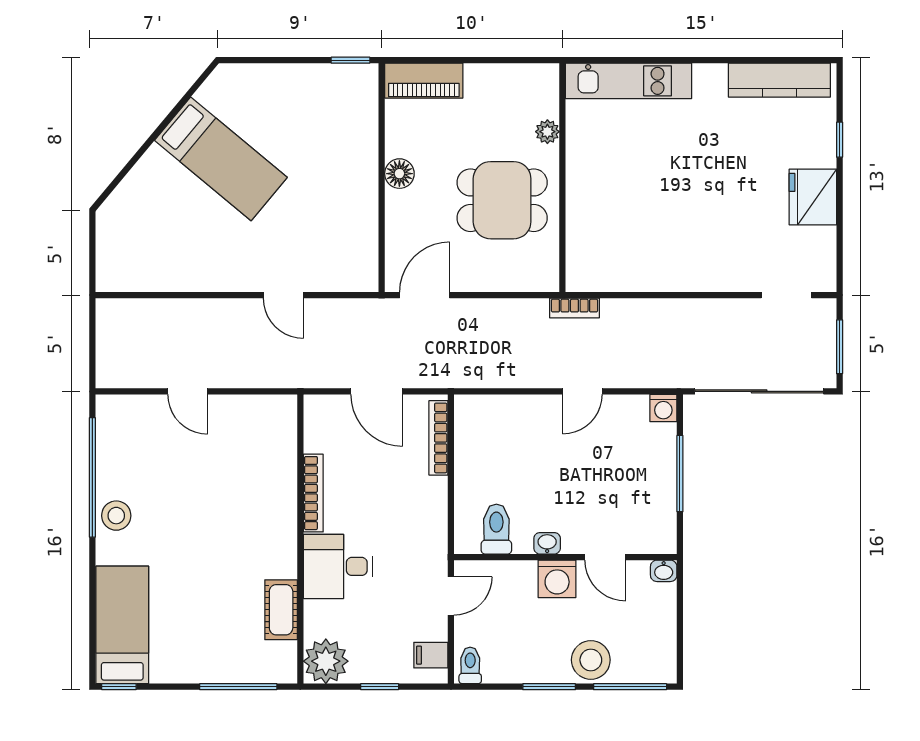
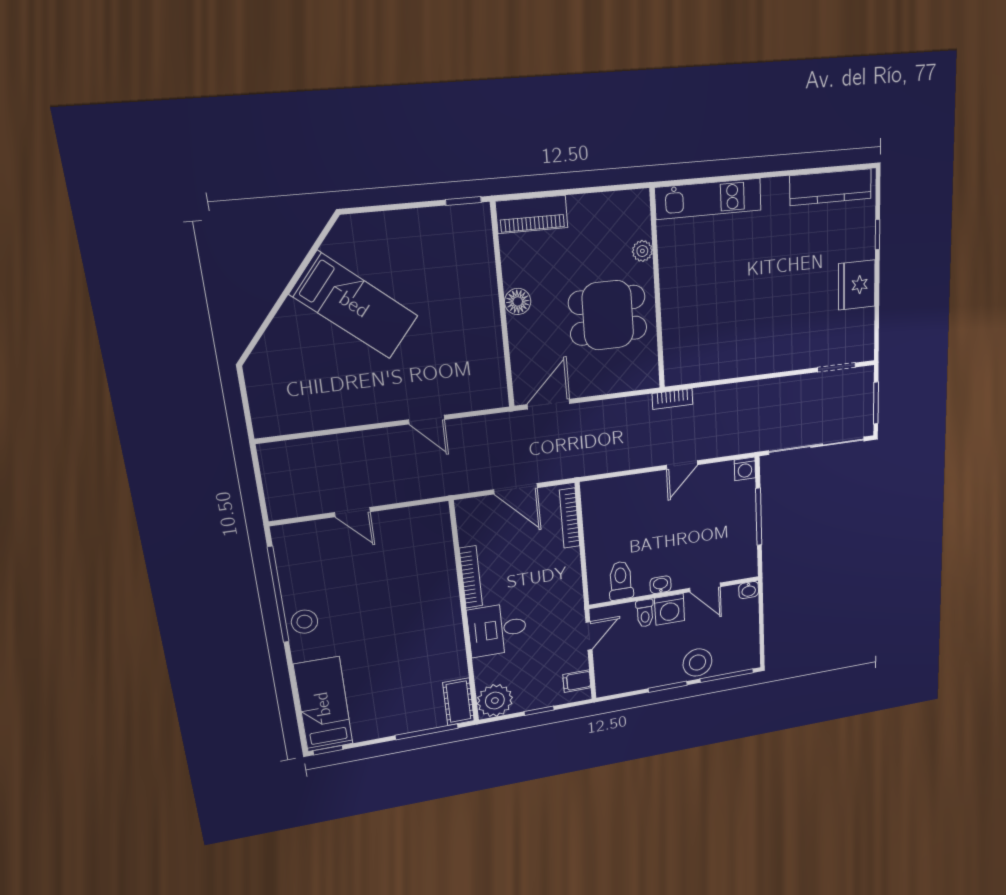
cot: (281, 610) -> (458, 702), moved
toilet: (470, 665) -> (645, 613), moved, turned 180

